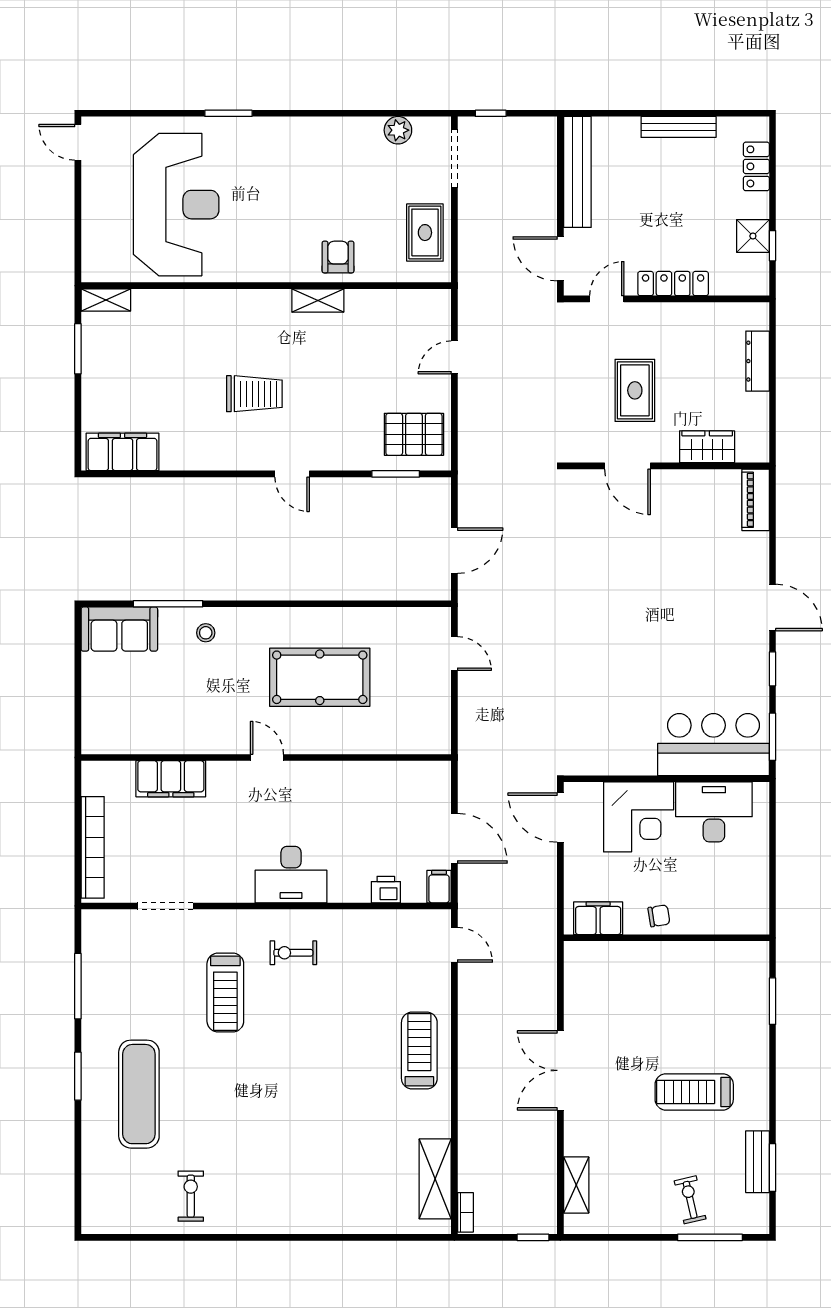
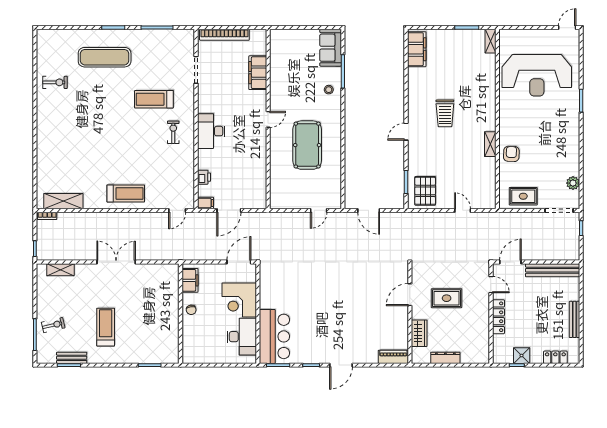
armchair: (338, 257) -> (511, 154), turned -88
dresser: (758, 361) -> (445, 358), moved

